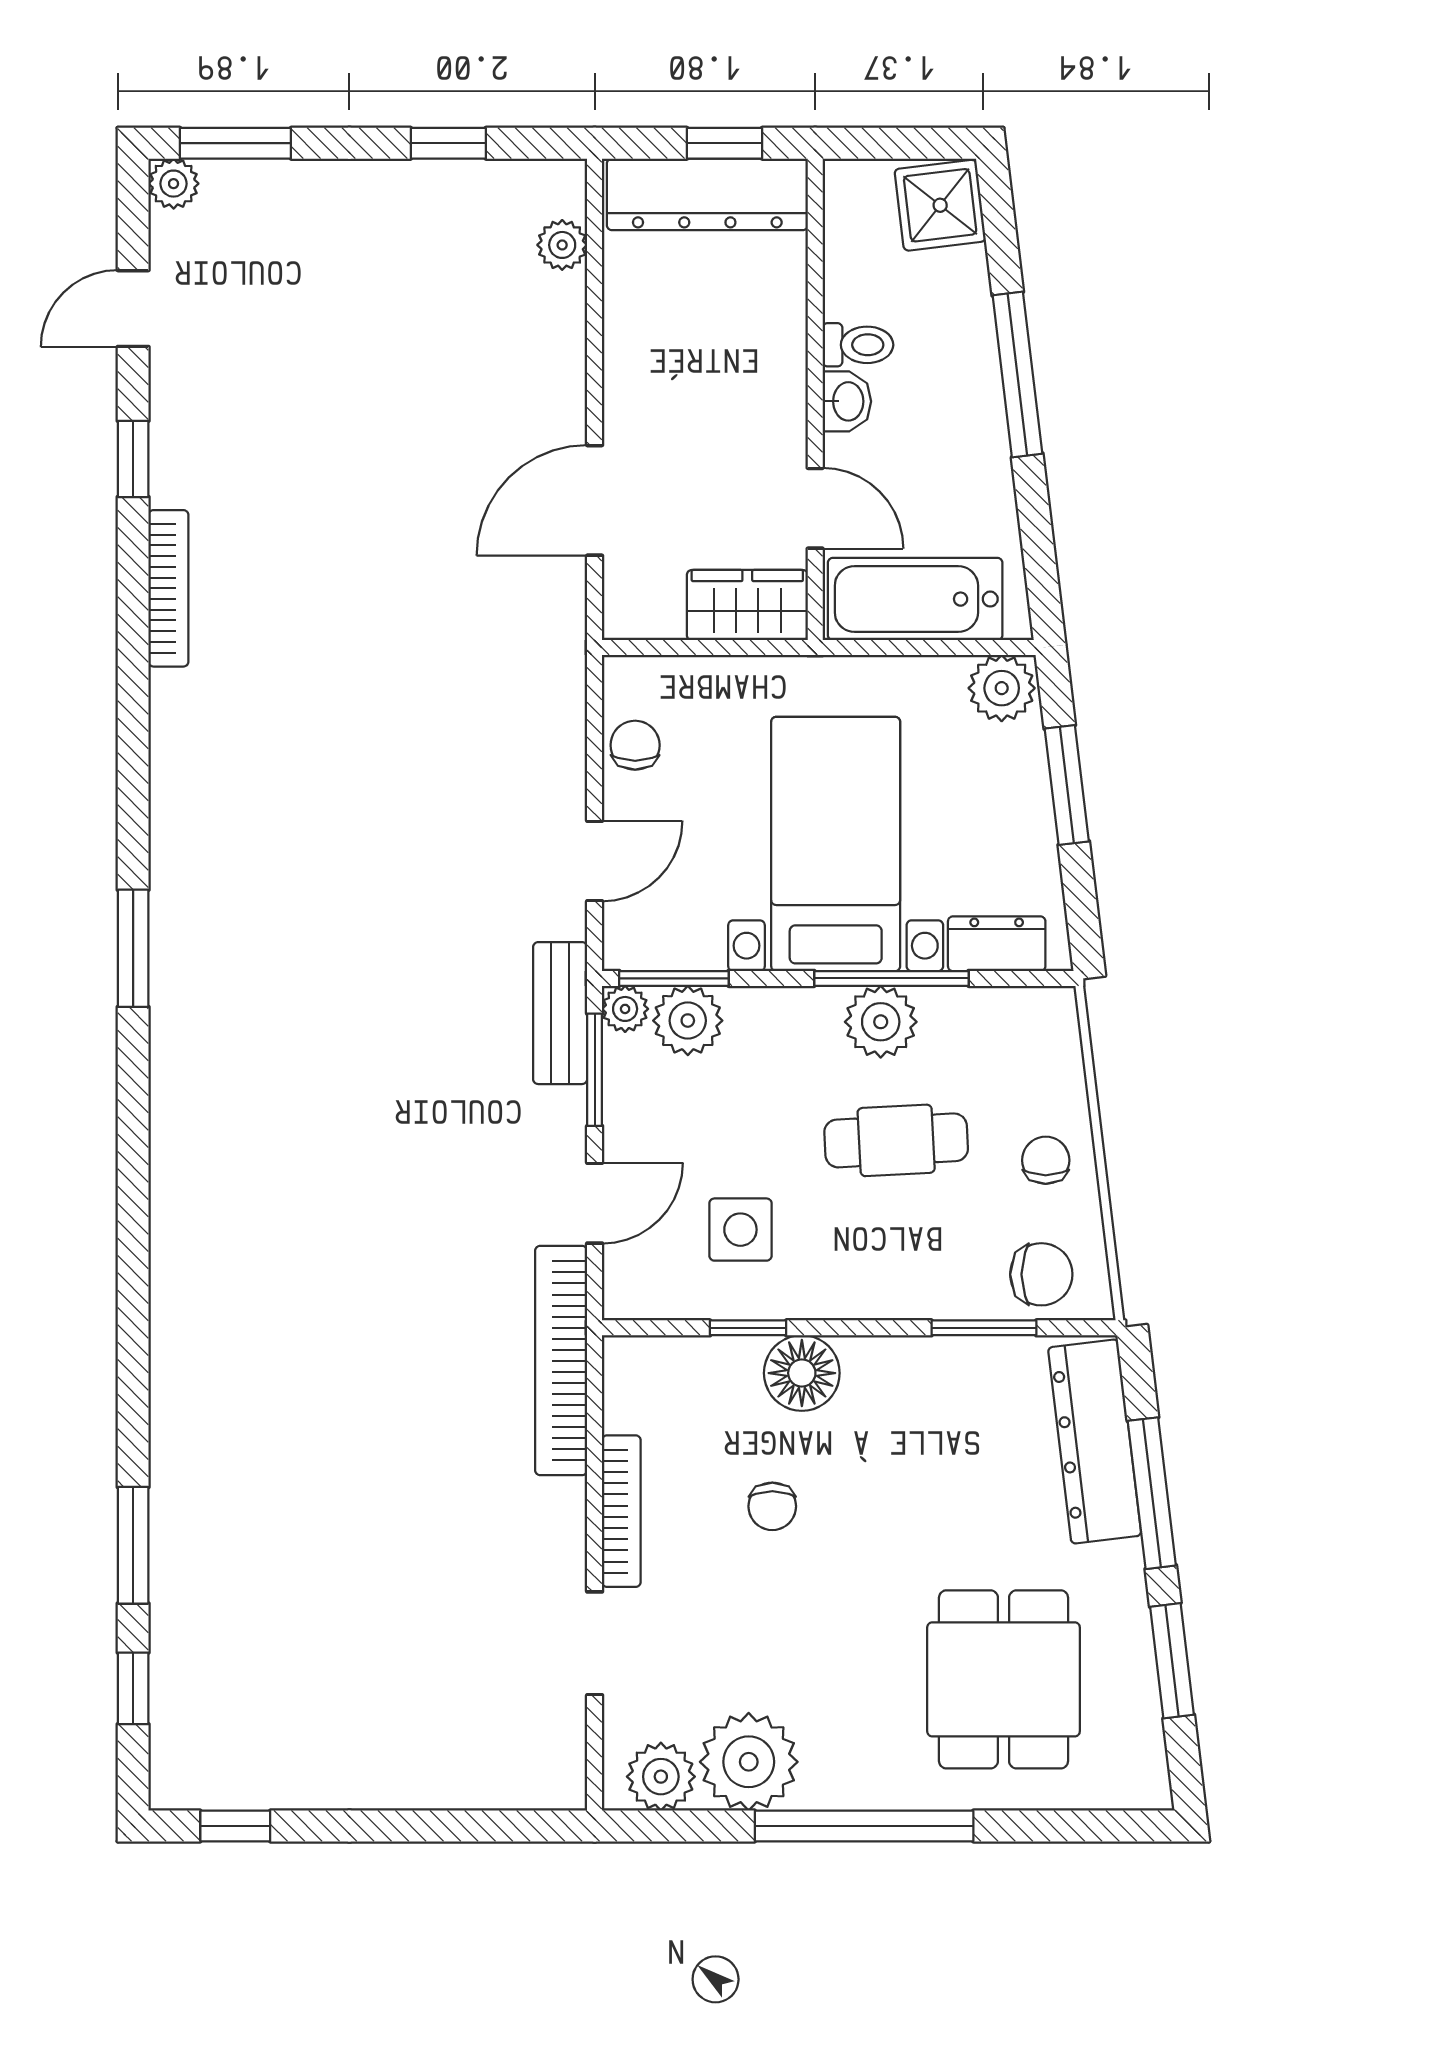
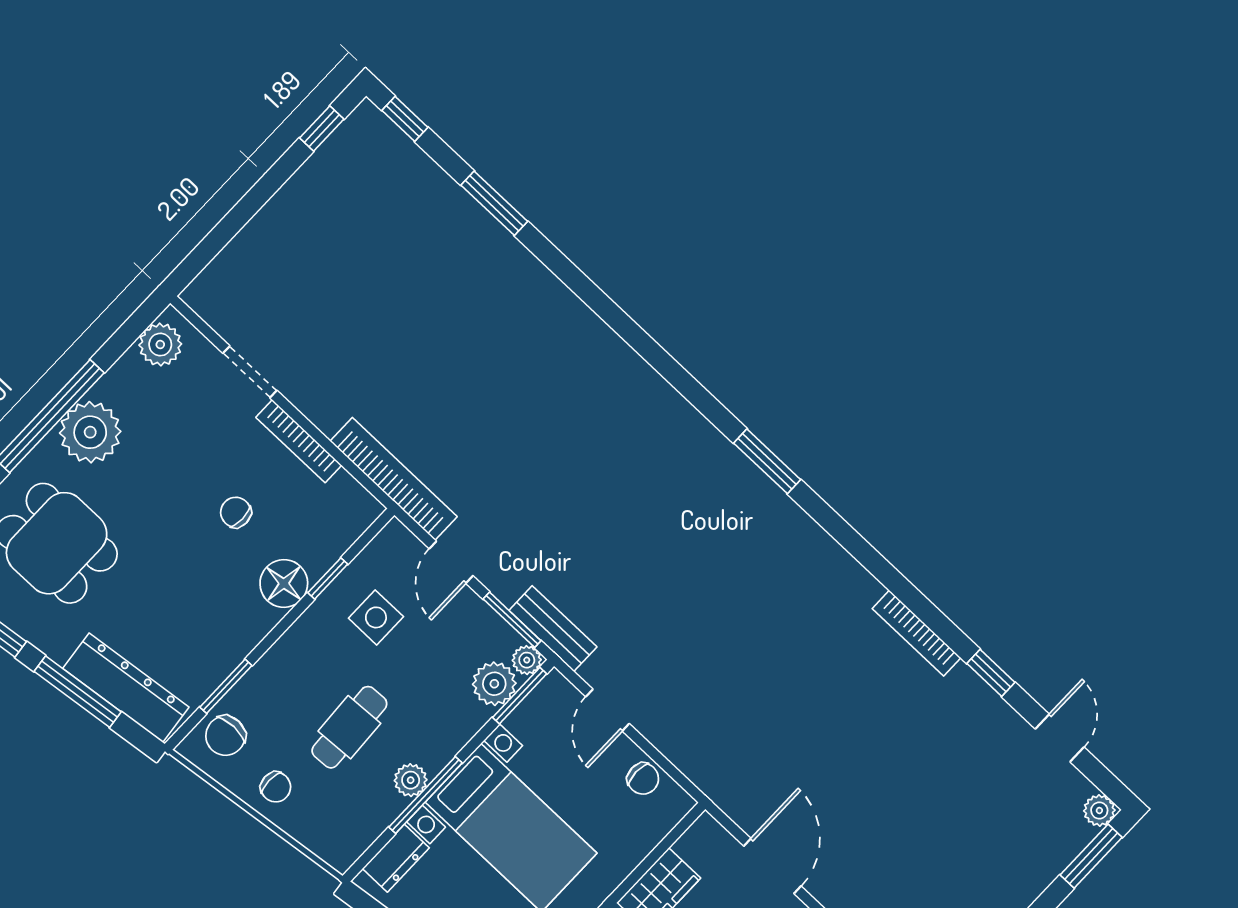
plant: (881, 1022) -> (411, 780), width x0.73, depth x0.73
window: (133, 1688) -> (405, 119), moved
plant: (749, 1762) -> (90, 432), moved

